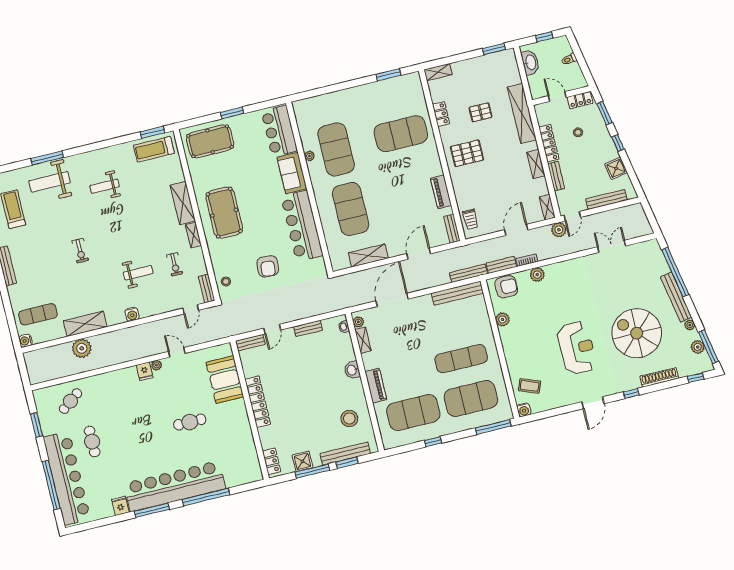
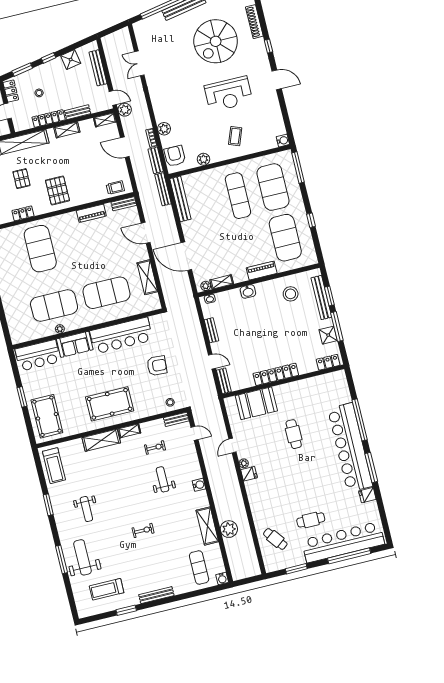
window: (152, 132) -> (48, 505), moved
weight bench: (50, 182) -> (83, 557), turned 180
reception desk: (577, 348) -> (228, 94), turned 180
coffee table: (530, 386) -> (235, 136), moved

